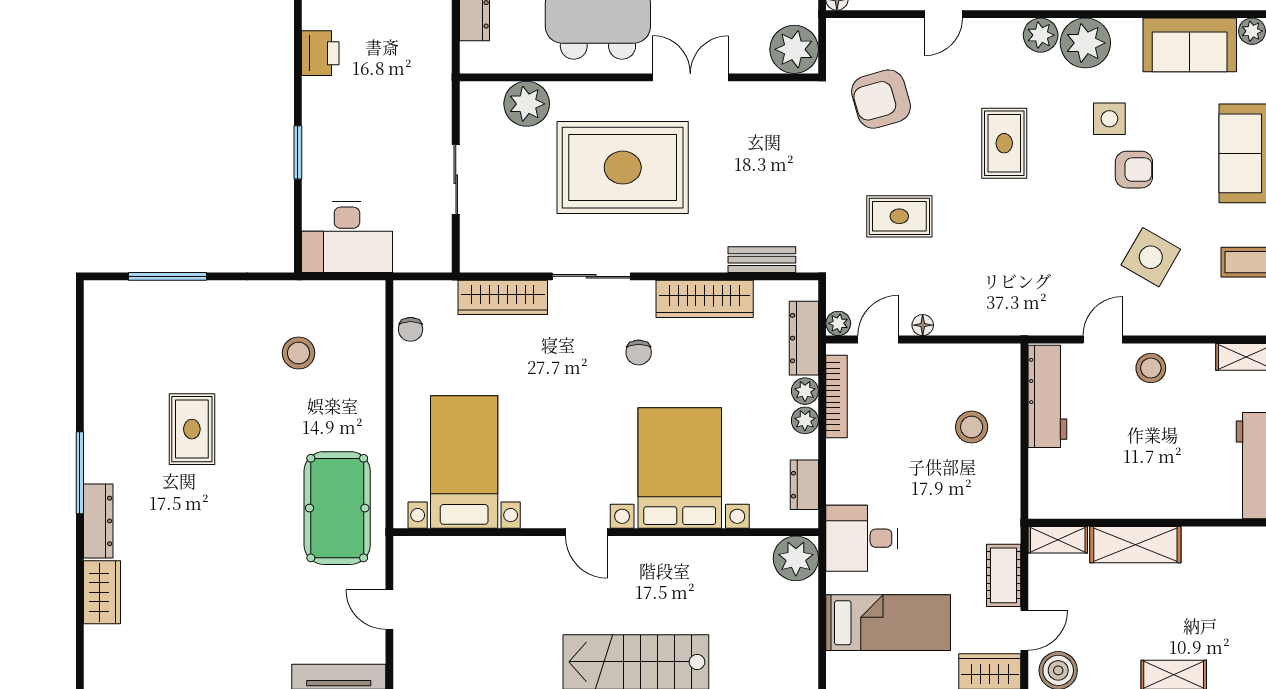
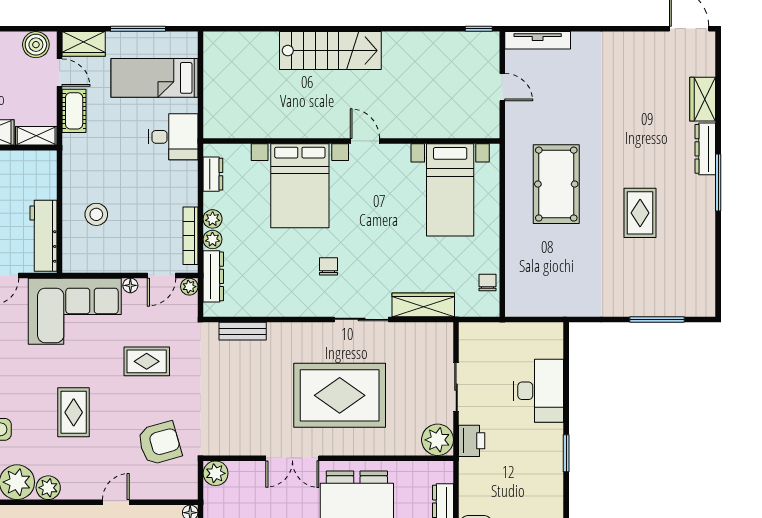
plant: (794, 49) -> (216, 473), width x0.73, depth x0.73
printer: (320, 53) -> (472, 441), moved, turned 180
plant: (527, 104) -> (438, 440), moved
window: (298, 152) -> (566, 453), moved
desk: (347, 237) -> (539, 391), moved, turned 90
corner sofa: (1002, 288) -> (75, 311), added
wardrobe: (705, 299) -> (282, 304), removed
stool: (299, 353) -> (566, 266), removed
pool table: (337, 508) -> (556, 184), moved
plant: (796, 558) -> (219, 123), removed
door: (1024, 630) -> (60, 73), swing flipped

